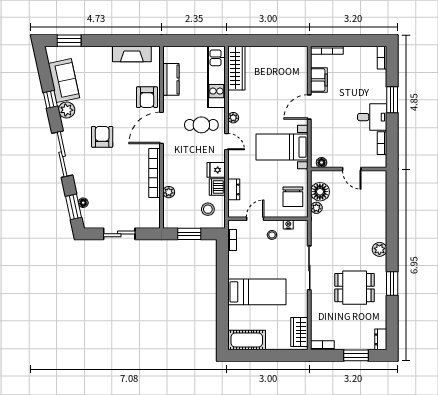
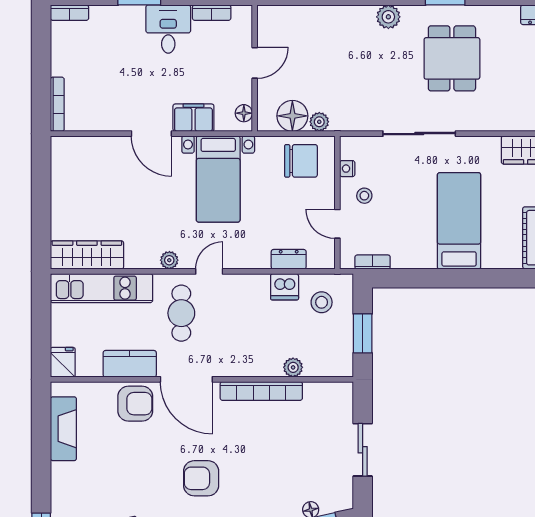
kitchen counter: (171, 79) -> (130, 364), moved
filing cabinet: (319, 80) -> (193, 118), moved
fridge: (216, 170) -> (63, 362), moved, turned 180

